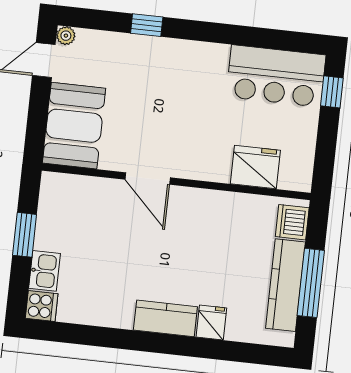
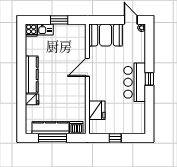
window: (147, 25) -> (149, 79), moved
bar counter: (276, 76) -> (135, 82), moved
window: (332, 92) -> (115, 138), moved
kitchen counter: (165, 318) -> (32, 74), width x1.50

